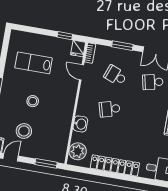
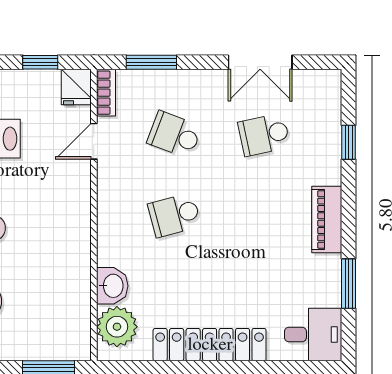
window: (122, 46) -> (151, 62), moved
door: (81, 72) -> (94, 141), hinge flipped
washbasin: (80, 124) -> (112, 286), moved

